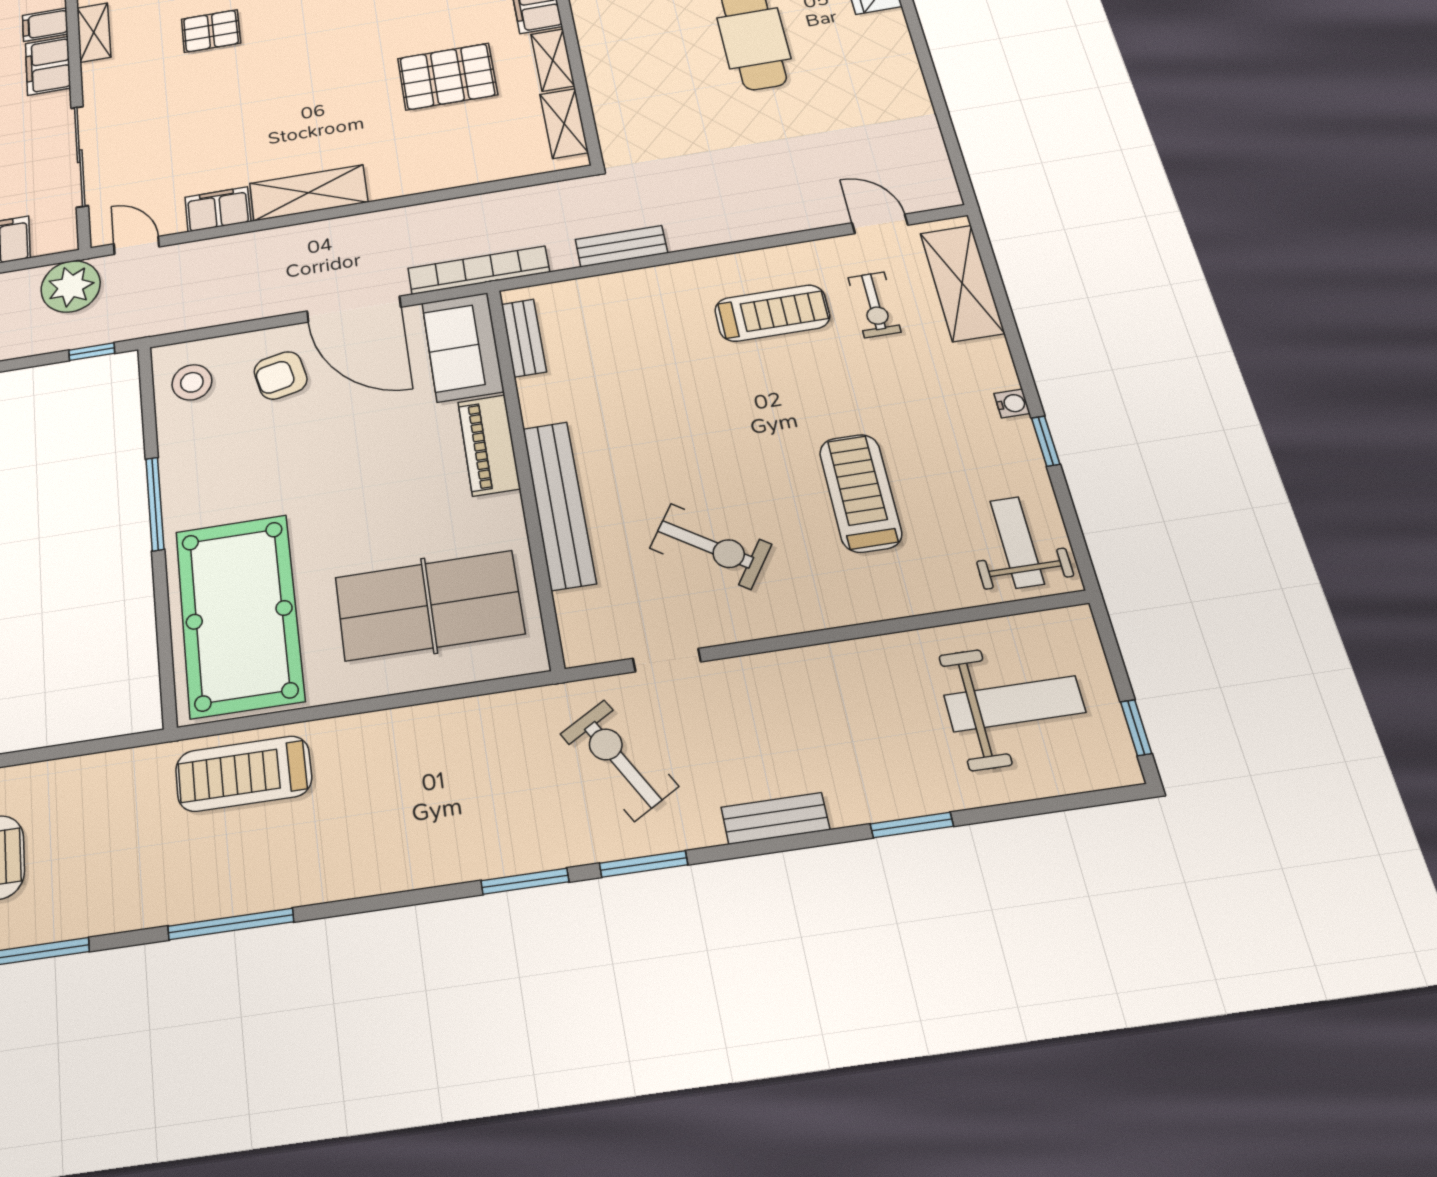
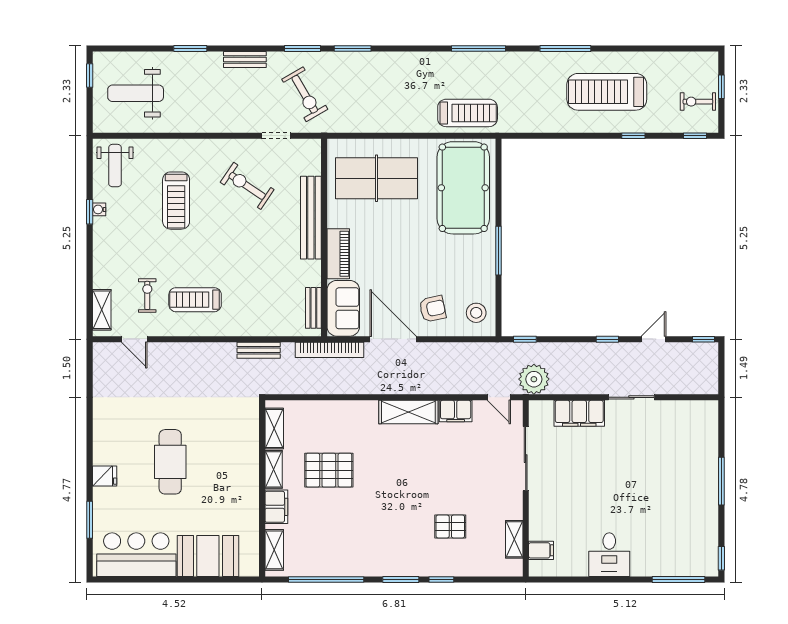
filing cabinet: (48, 66) -> (540, 522), removed
shelving: (962, 283) -> (102, 310), width x0.67, depth x0.75
water cooler: (1012, 404) -> (99, 209), moved

